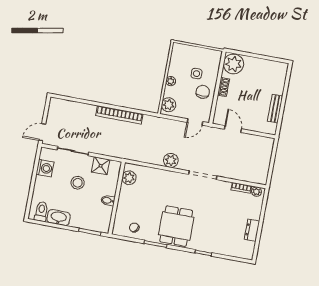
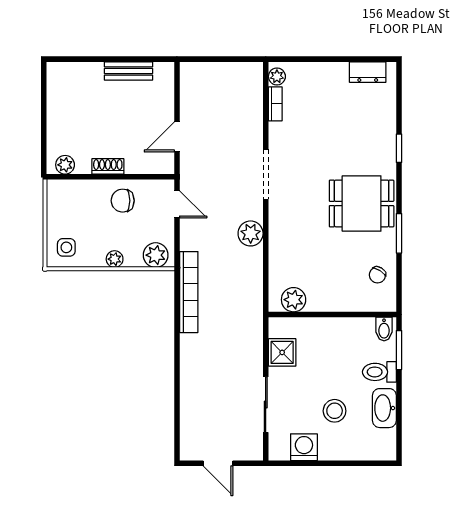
plant: (234, 64) -> (65, 165), width x0.53, depth x0.53
side table: (196, 74) -> (66, 247), moved
bookcase: (119, 115) -> (189, 292), moved
door: (42, 132) -> (218, 463), moved
stool: (78, 183) -> (335, 411), moved
bidet: (108, 200) -> (384, 329), moved
toilet: (41, 211) -> (379, 372), moved
dresser: (252, 230) -> (368, 72), moved

